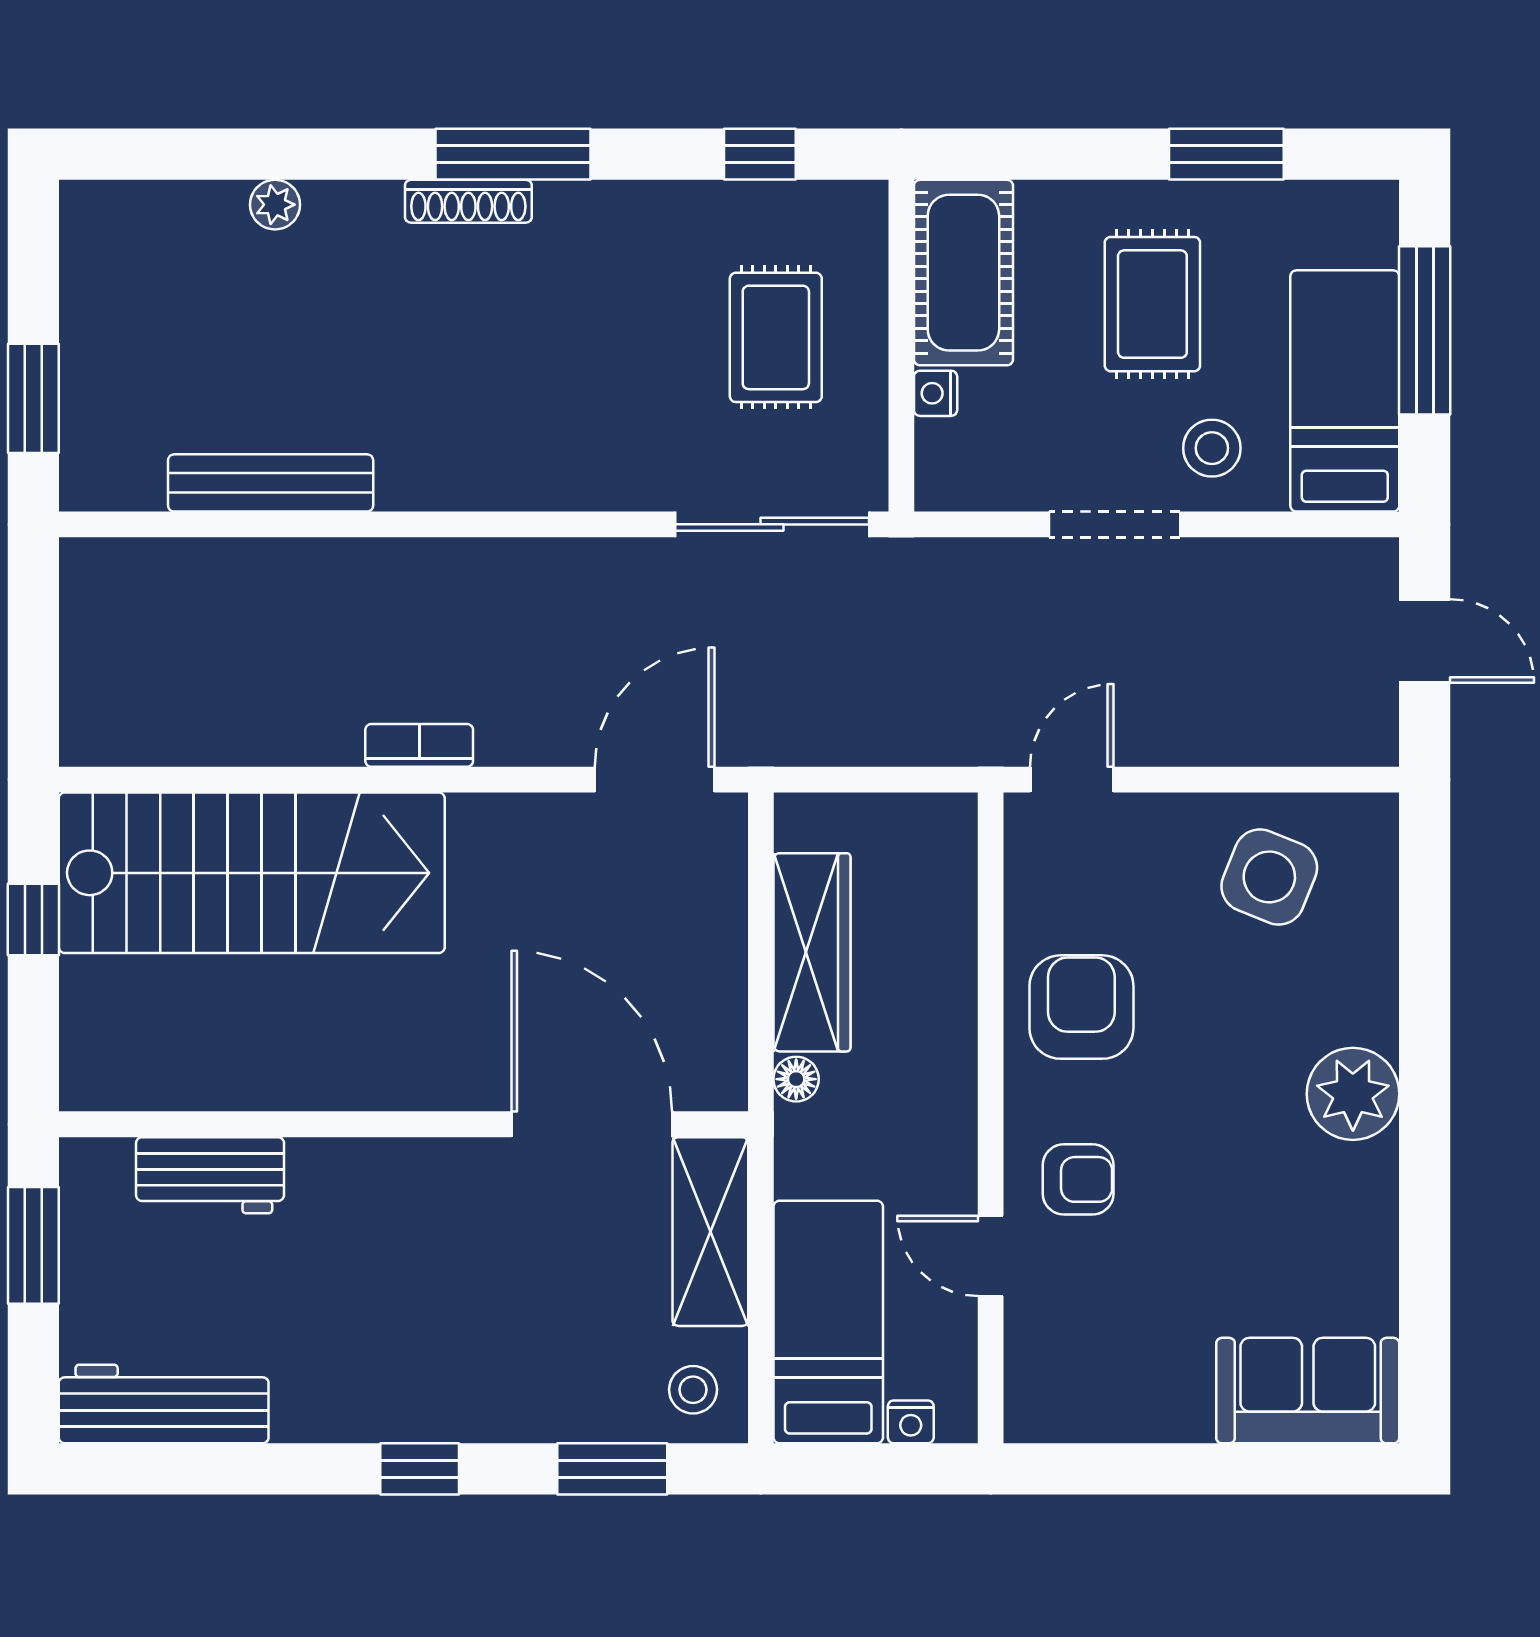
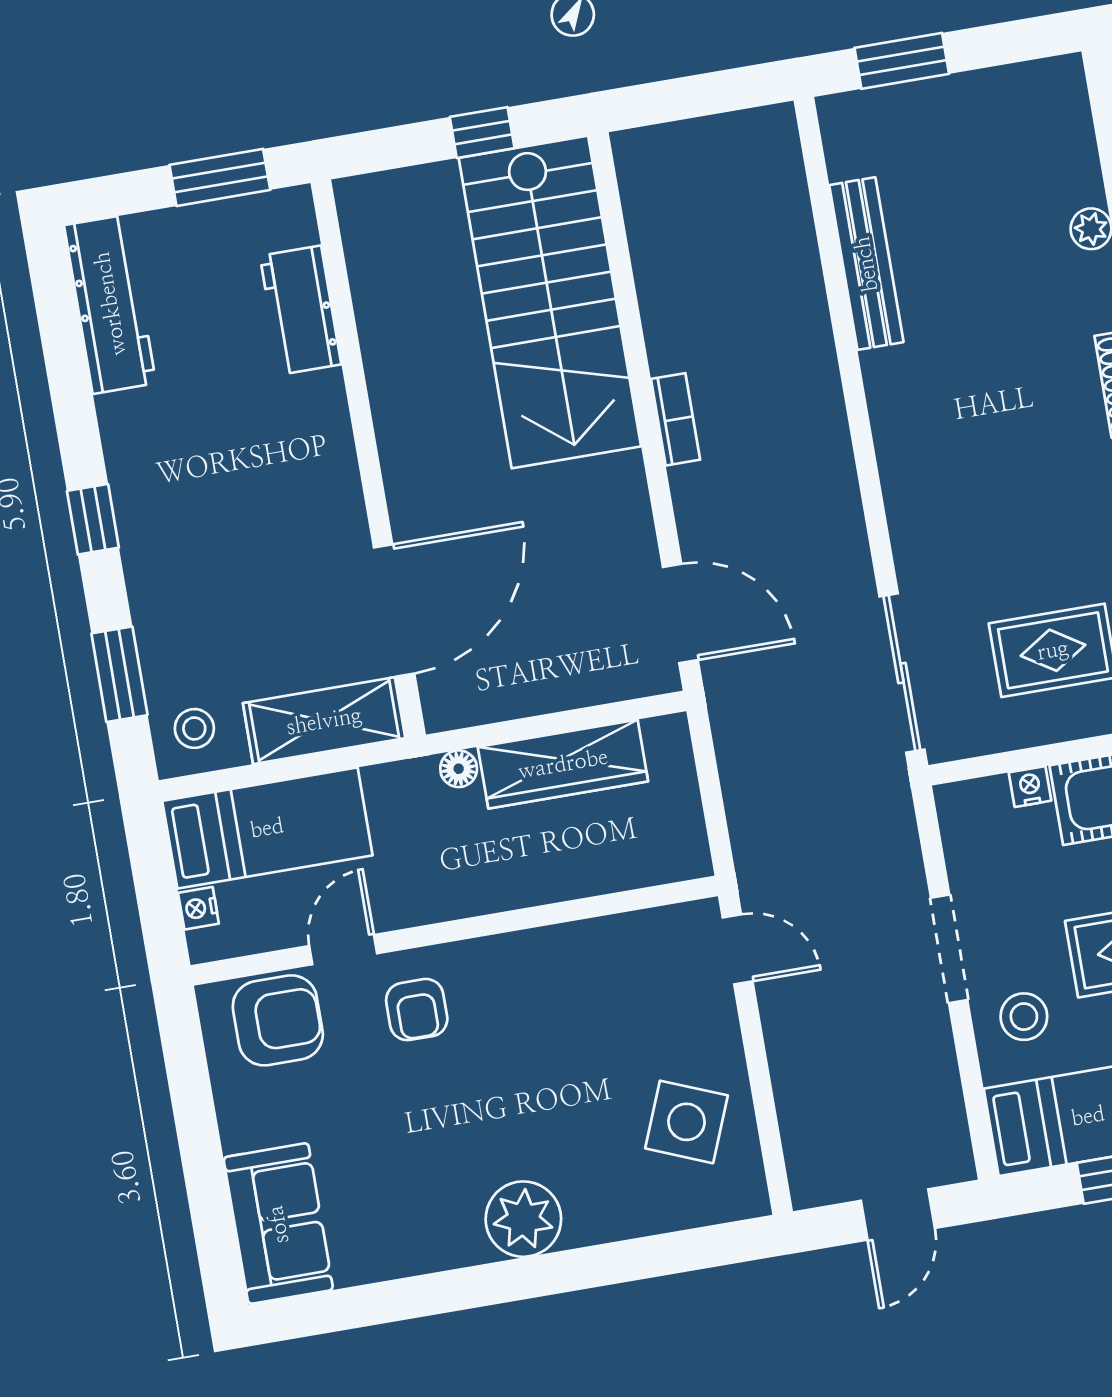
armchair: (1081, 1007) -> (278, 1020), moved

